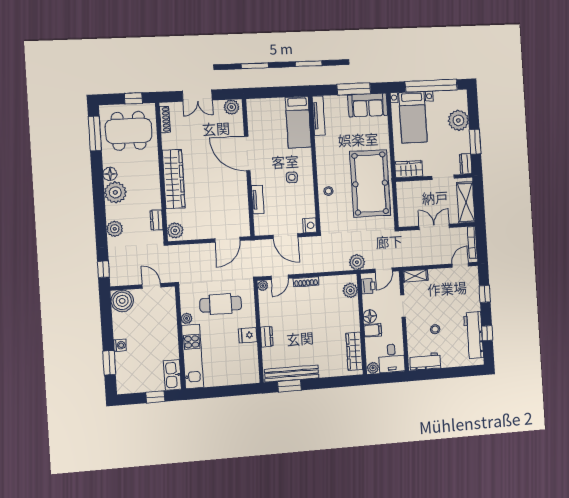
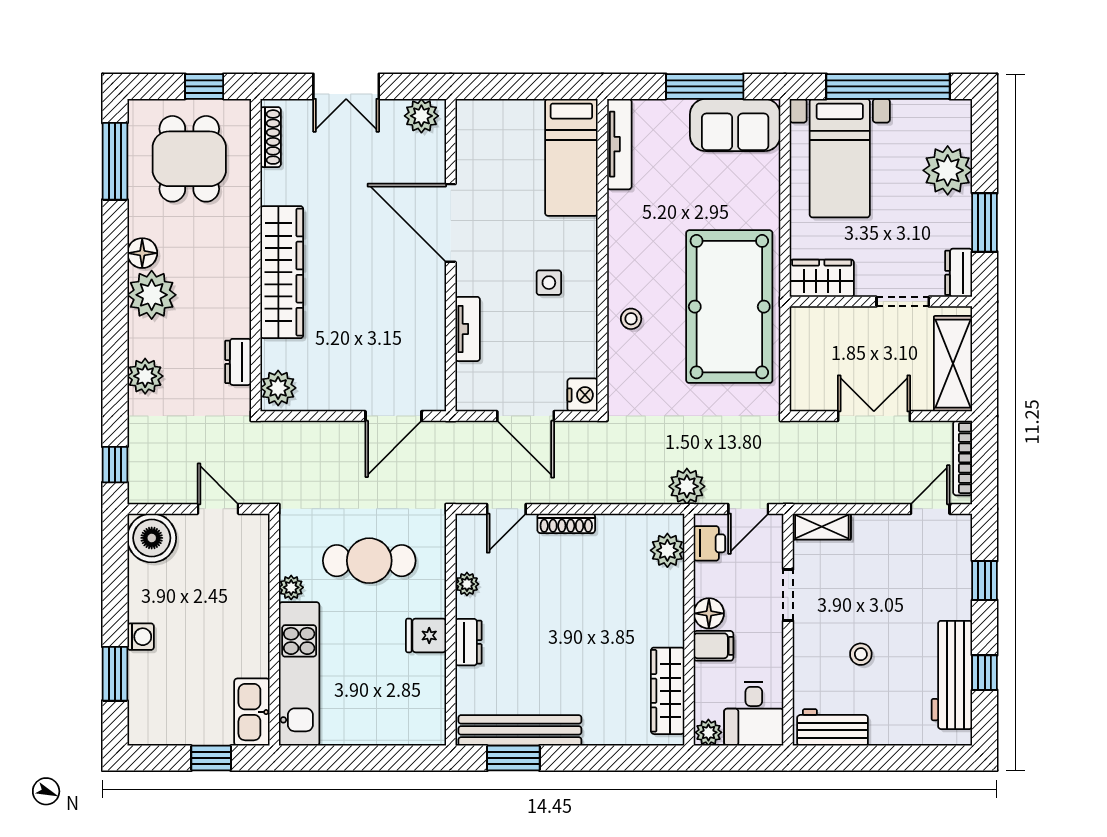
dining table: (129, 131) -> (189, 159), width x0.73
plant: (263, 286) -> (467, 584), moved

